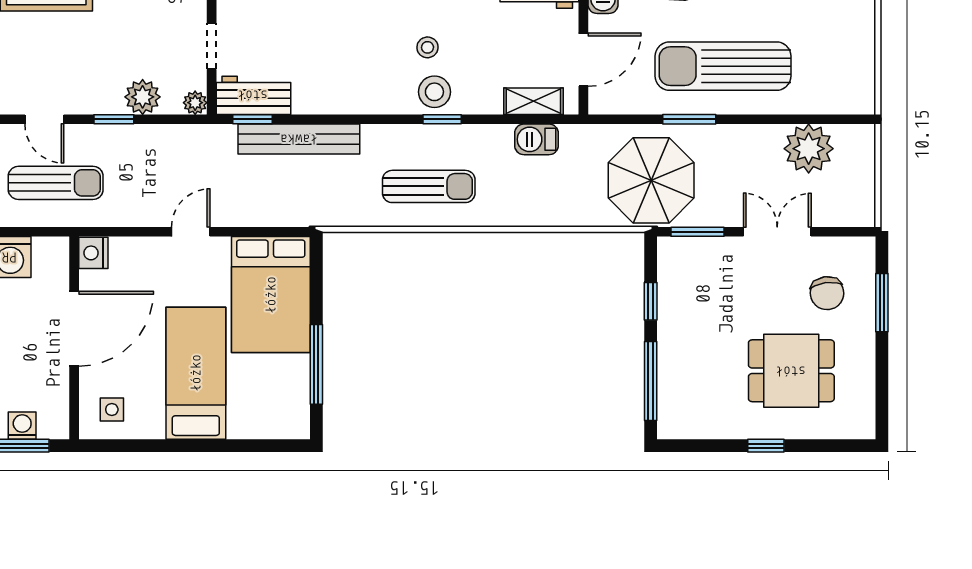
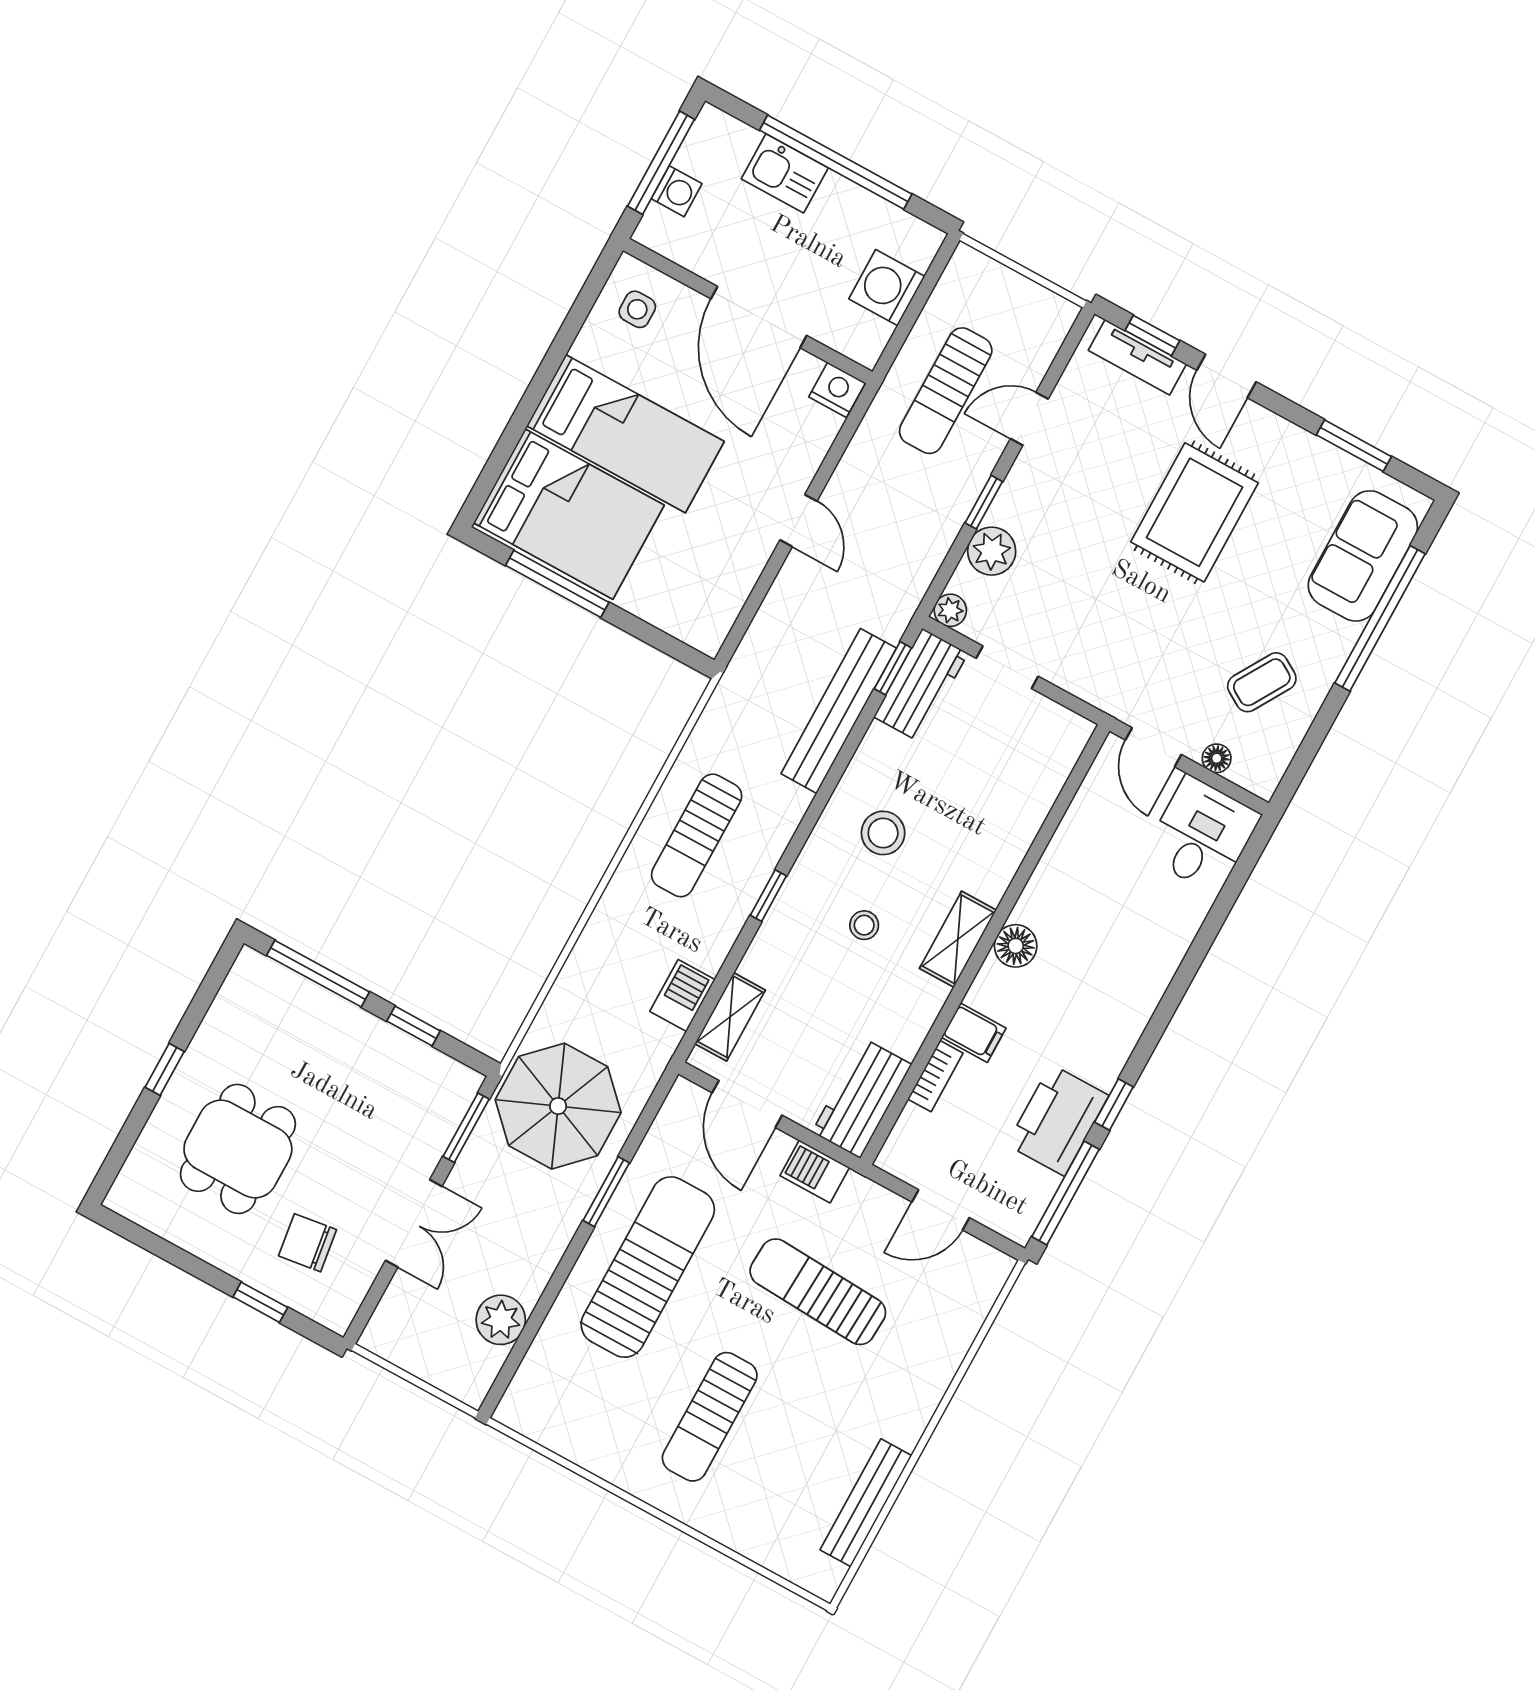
stool: (434, 92) -> (883, 833), moved
plant: (809, 149) -> (501, 1320), width x0.73, depth x0.73
bed: (271, 295) -> (569, 514), moved, turned 180
window: (882, 303) -> (260, 1302), width x0.67

